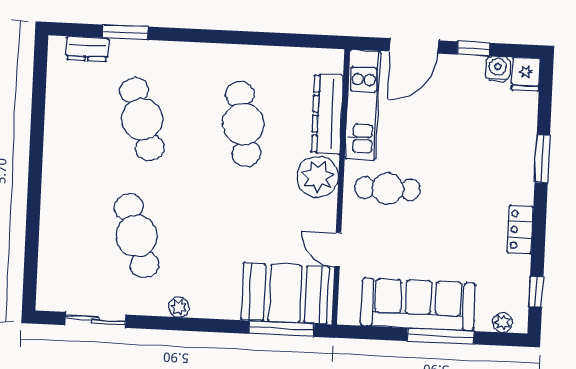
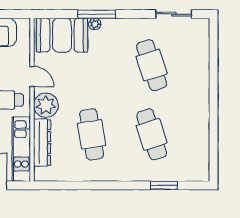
dresser: (87, 49) -> (186, 174), removed
door: (338, 250) -> (32, 76), moved
plant: (179, 307) -> (95, 24), moved
window: (282, 329) -> (97, 14), moved

